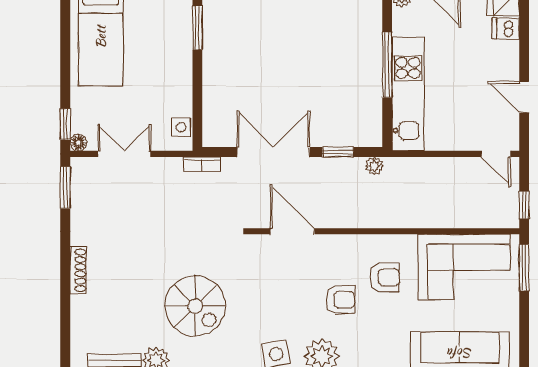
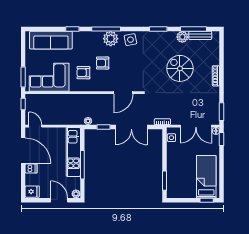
dishwasher: (506, 28) -> (31, 169), moved
door: (524, 97) -> (23, 151), width x1.88
double door: (125, 154) -> (196, 126), width x1.37
door: (292, 231) -> (123, 93), hinge flipped
spiral stairs: (195, 306) -> (180, 68), moved

